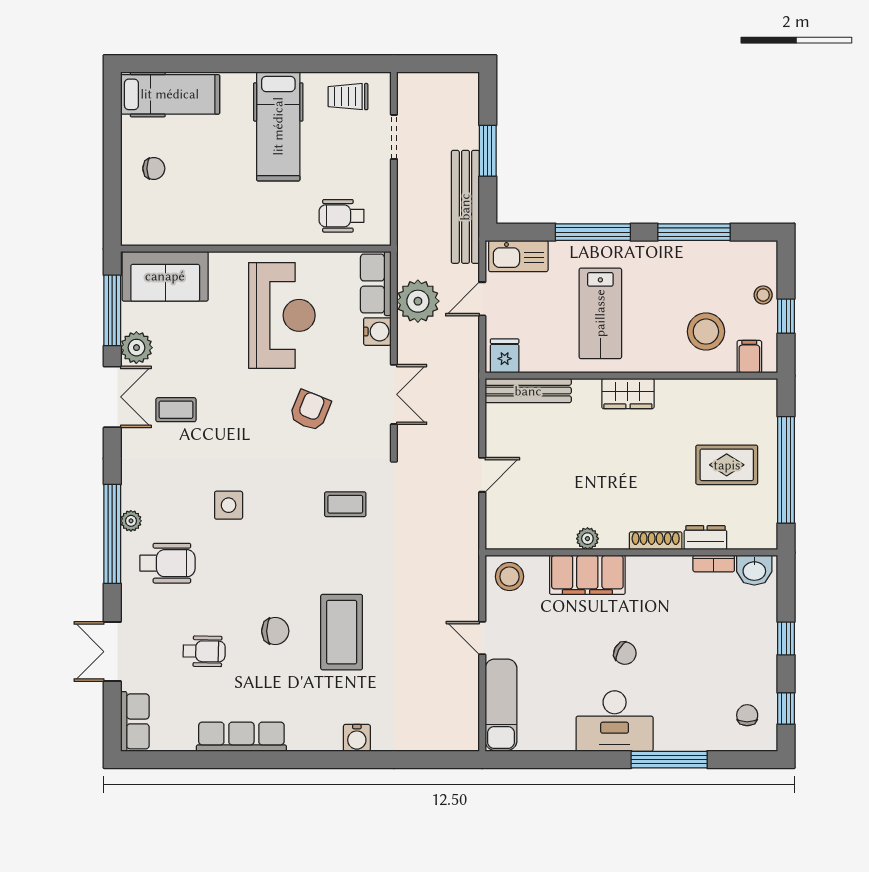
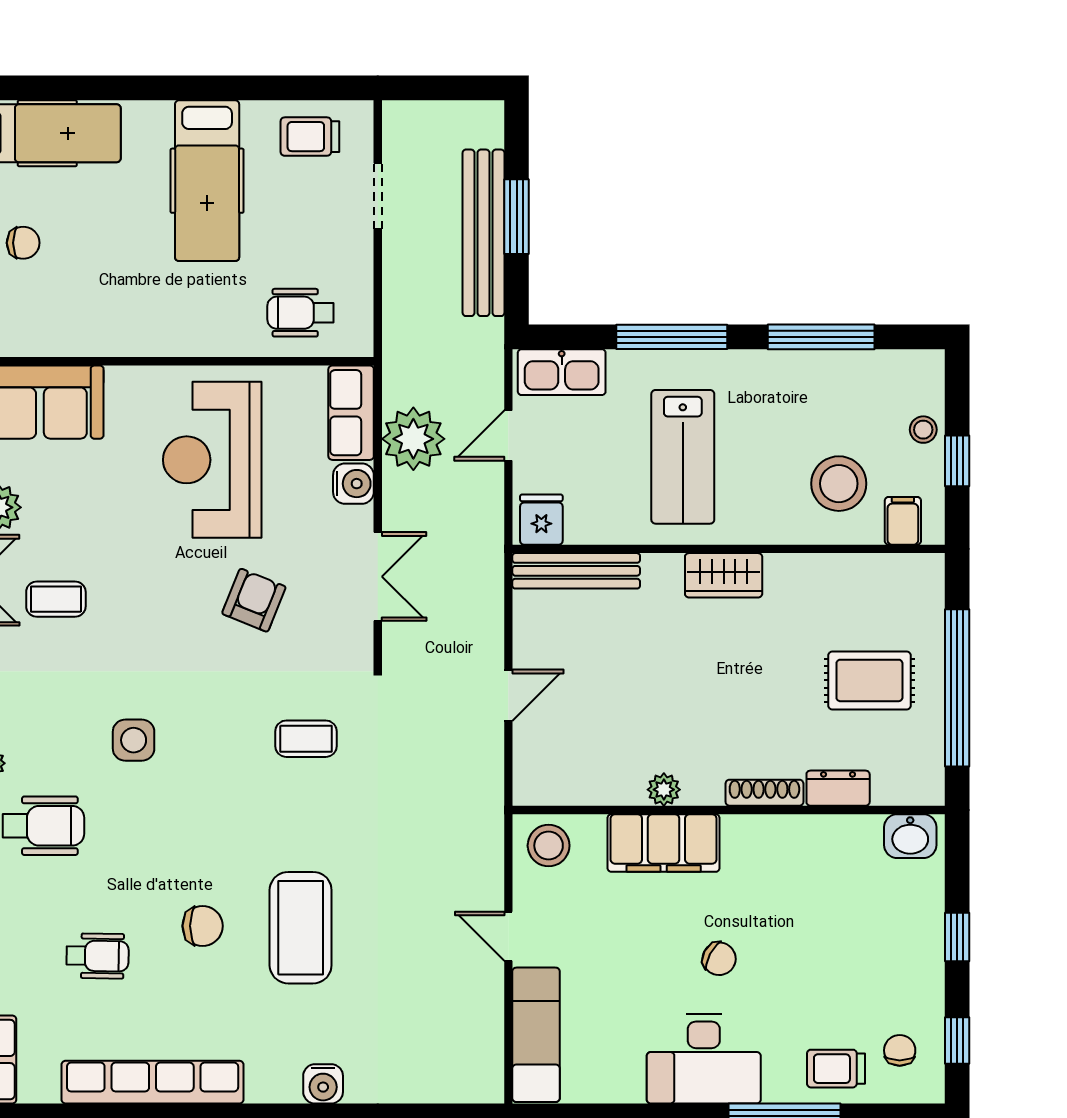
bench: (465, 207) -> (484, 233), moved
reception desk: (282, 315) -> (212, 460), turned 180
bookcase: (714, 564) -> (850, 826), removed
trolley: (704, 728) -> (836, 1069), added
row of seats: (241, 737) -> (153, 1082), width x1.36

